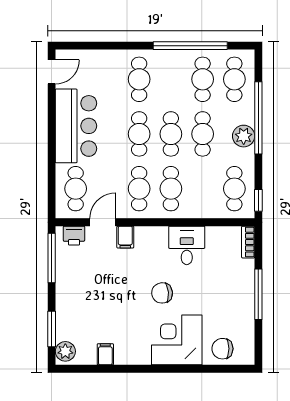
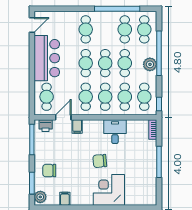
cafe table: (203, 189) -> (125, 97), added
chair: (222, 349) -> (49, 171), moved

